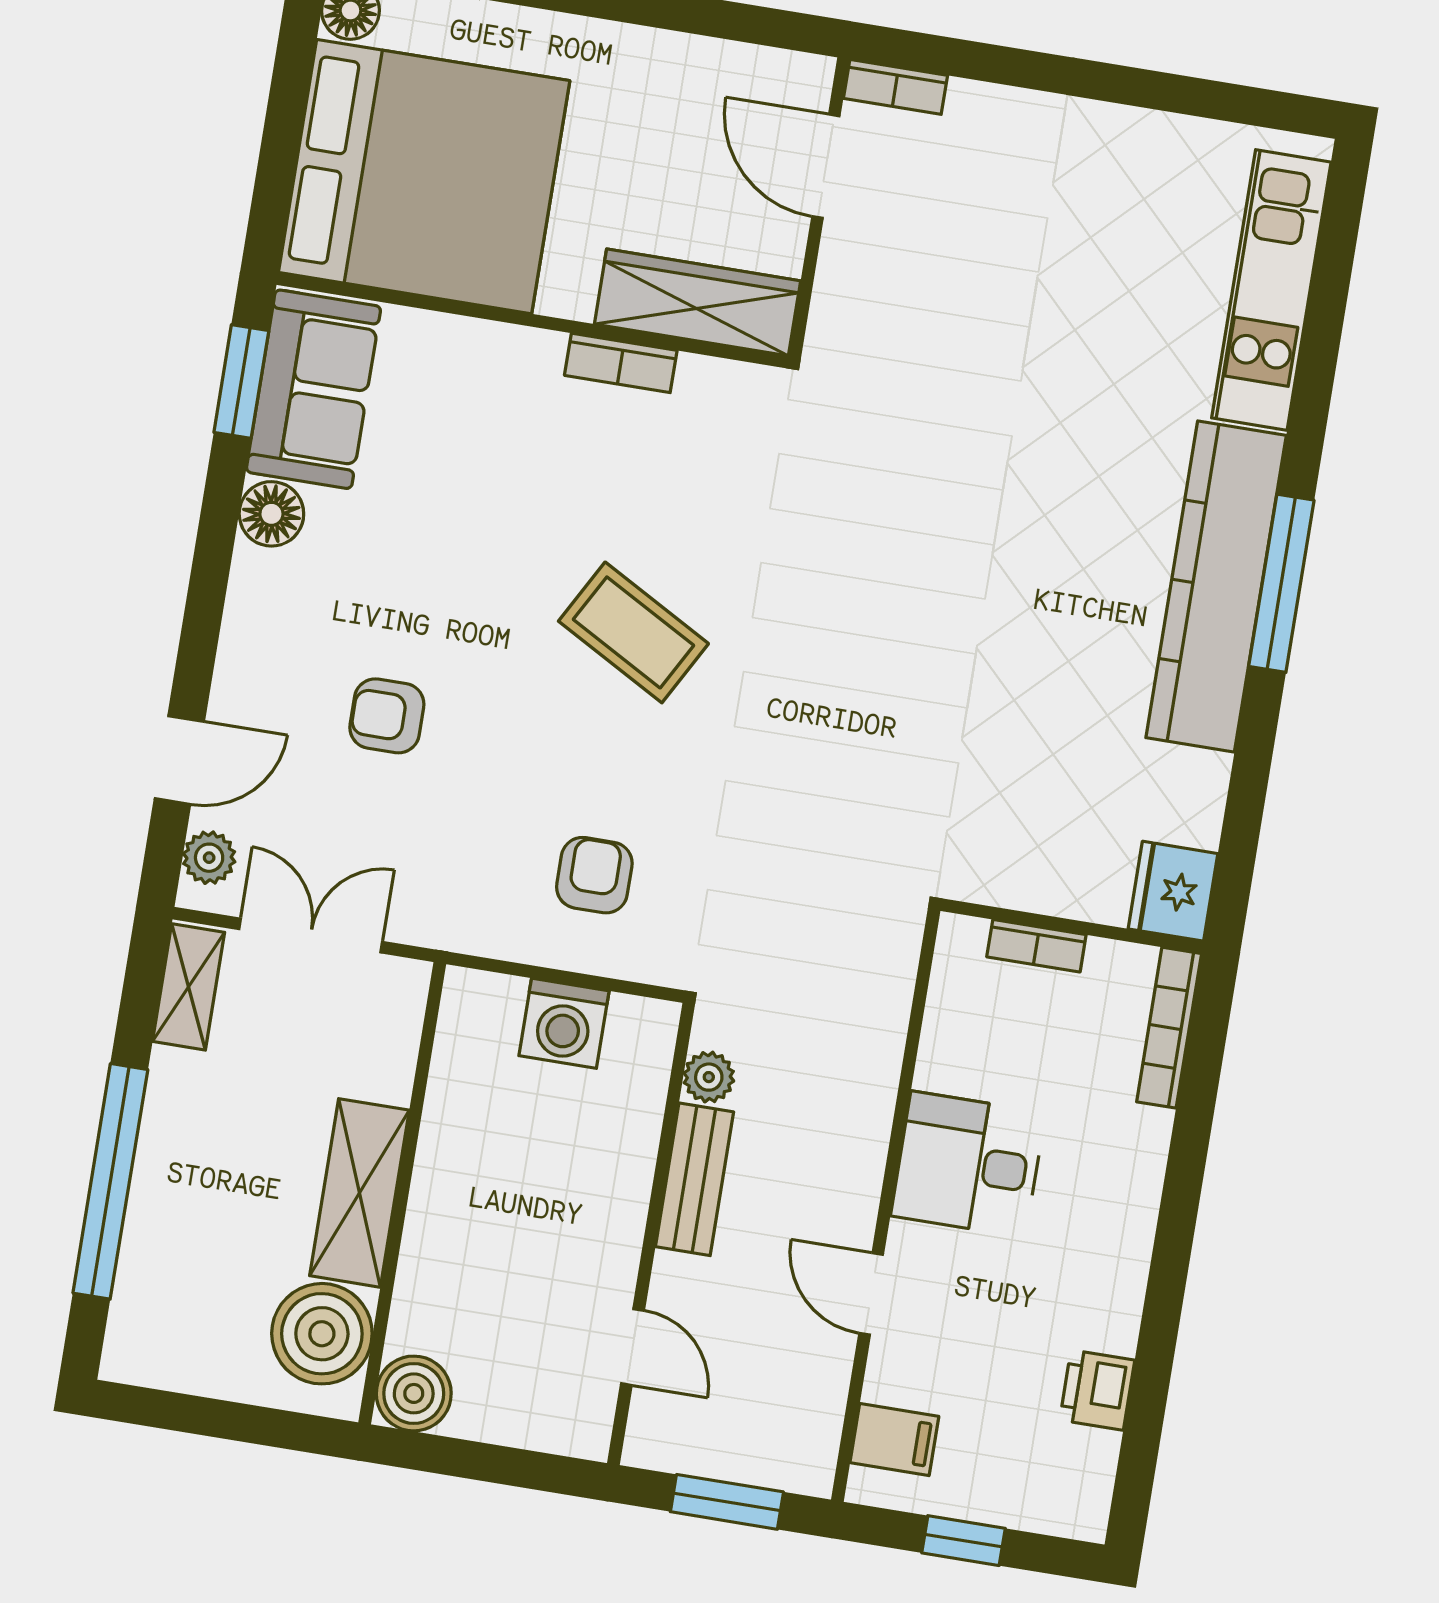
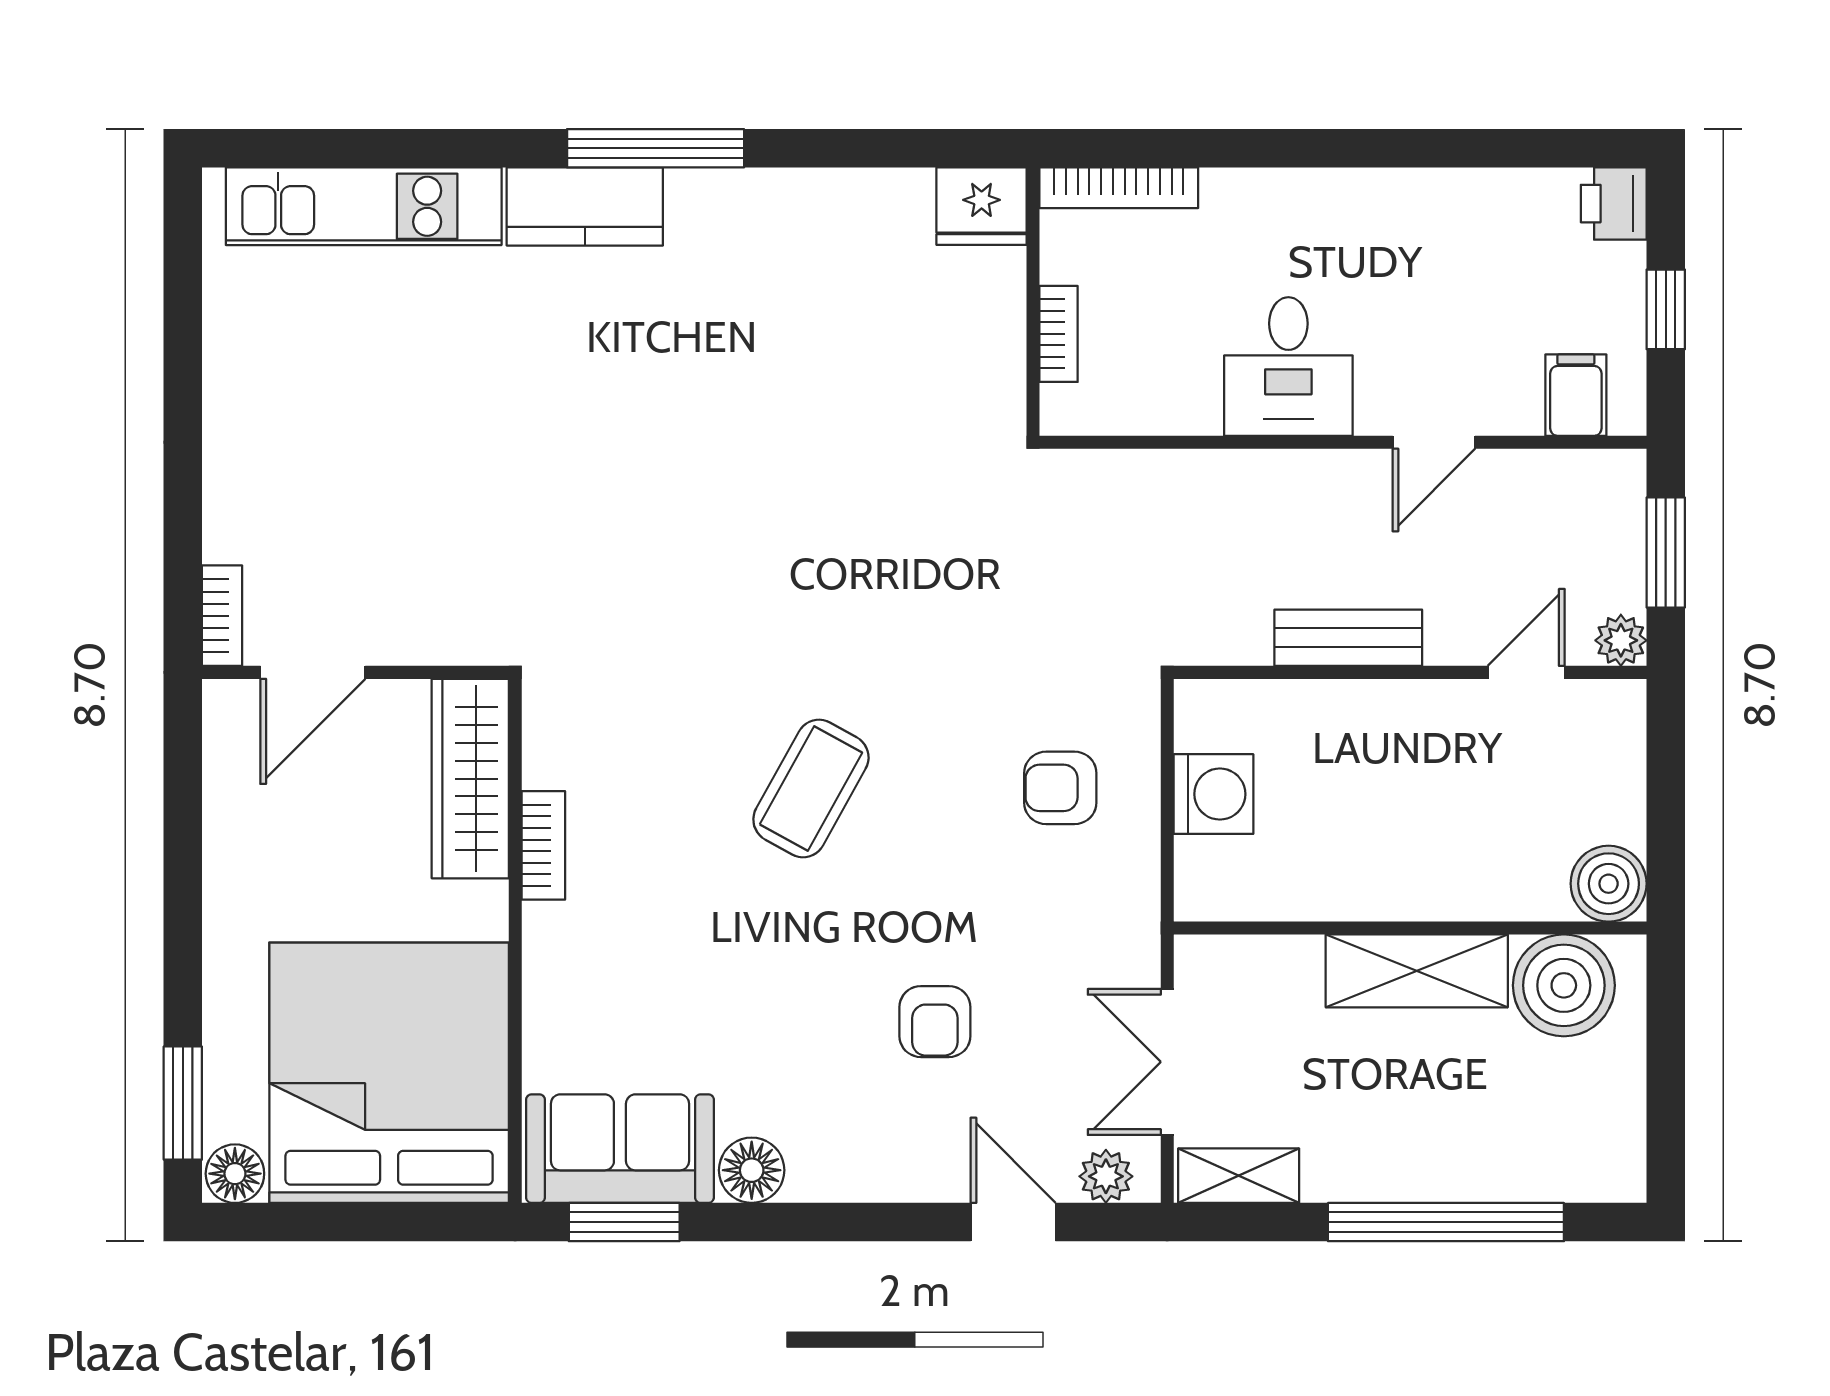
kitchen counter: (1216, 586) -> (585, 206), width x0.48, depth x0.86
plant: (709, 1077) -> (1621, 640), moved
printer: (1097, 1390) -> (1614, 204), moved, turned 90

